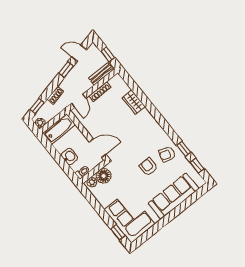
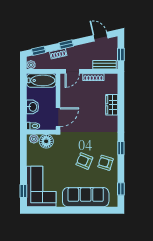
window: (66, 70) -> (66, 44), moved
door: (98, 148) -> (58, 117), hinge flipped
window: (184, 149) -> (121, 148), moved
armchair: (148, 167) -> (84, 161), turned -68

